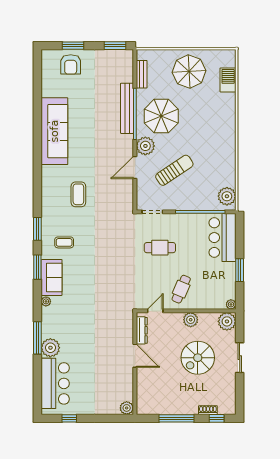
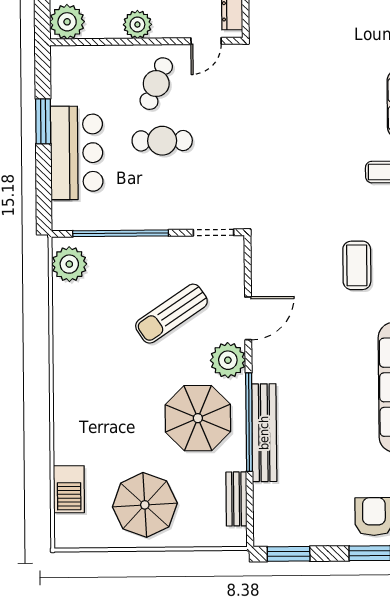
bar counter: (223, 238) -> (77, 153), moved
cafe table: (160, 248) -> (162, 141), moved
plant: (231, 304) -> (60, 55), removed

